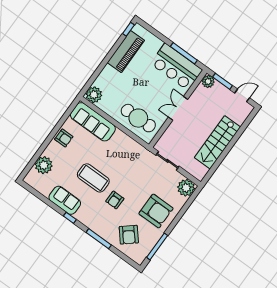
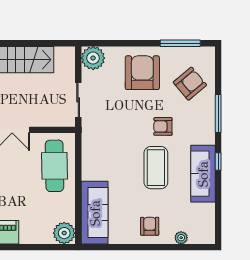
armchair: (64, 138) -> (150, 226), moved
plant: (44, 165) -> (181, 238), width x0.53, depth x0.53
sofa: (65, 200) -> (203, 174), width x1.36
armchair: (115, 200) -> (163, 126), turned 180

